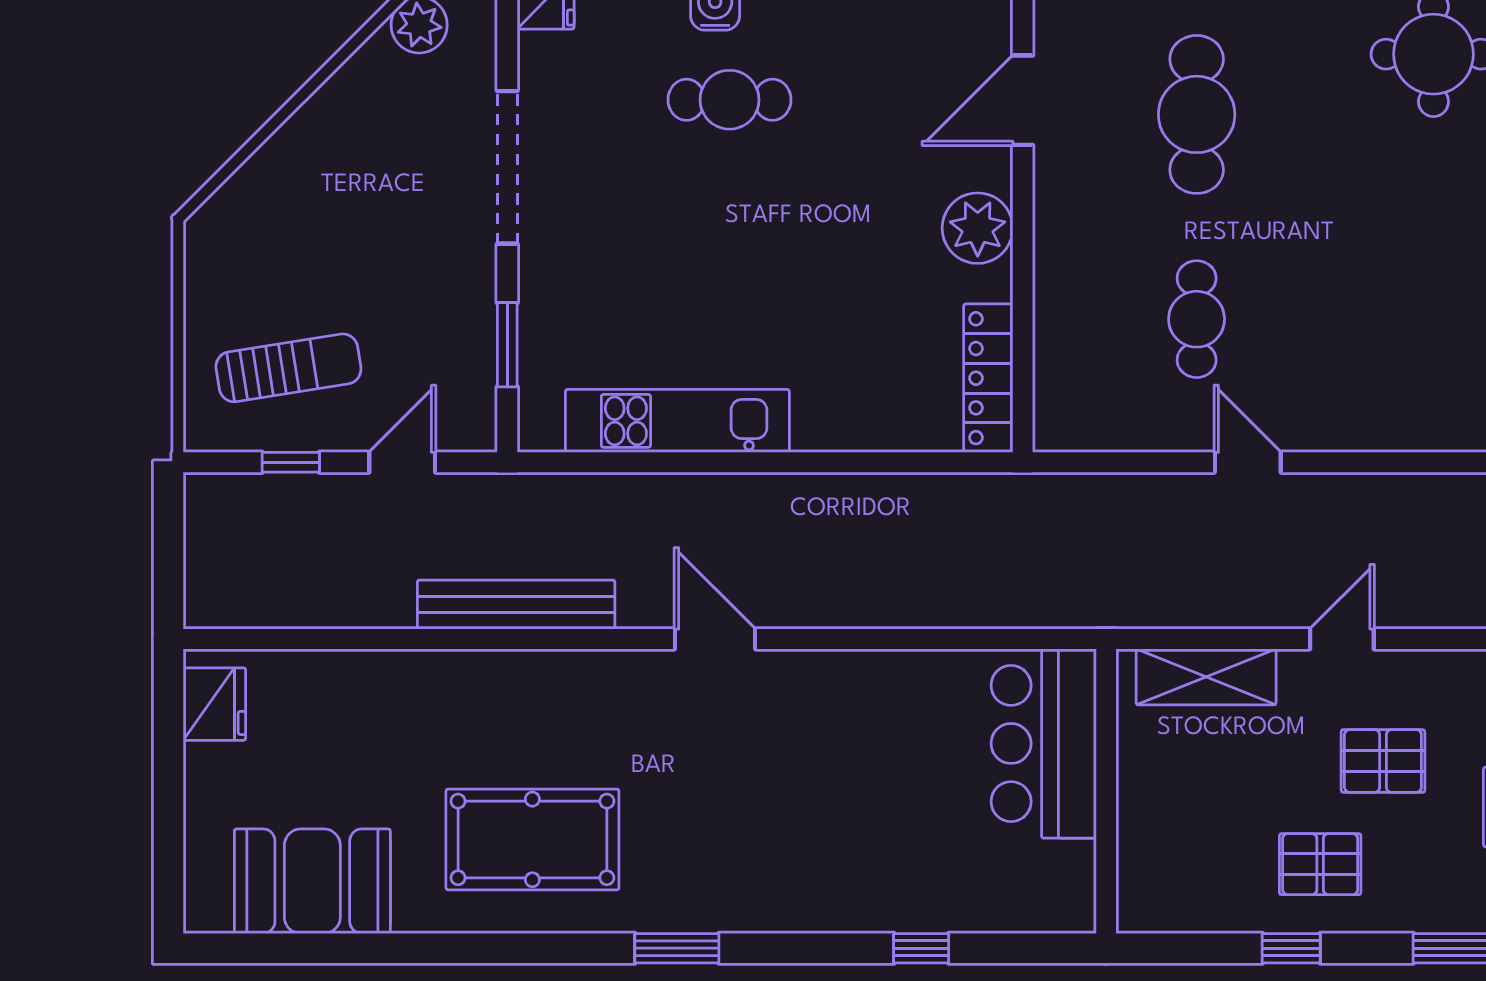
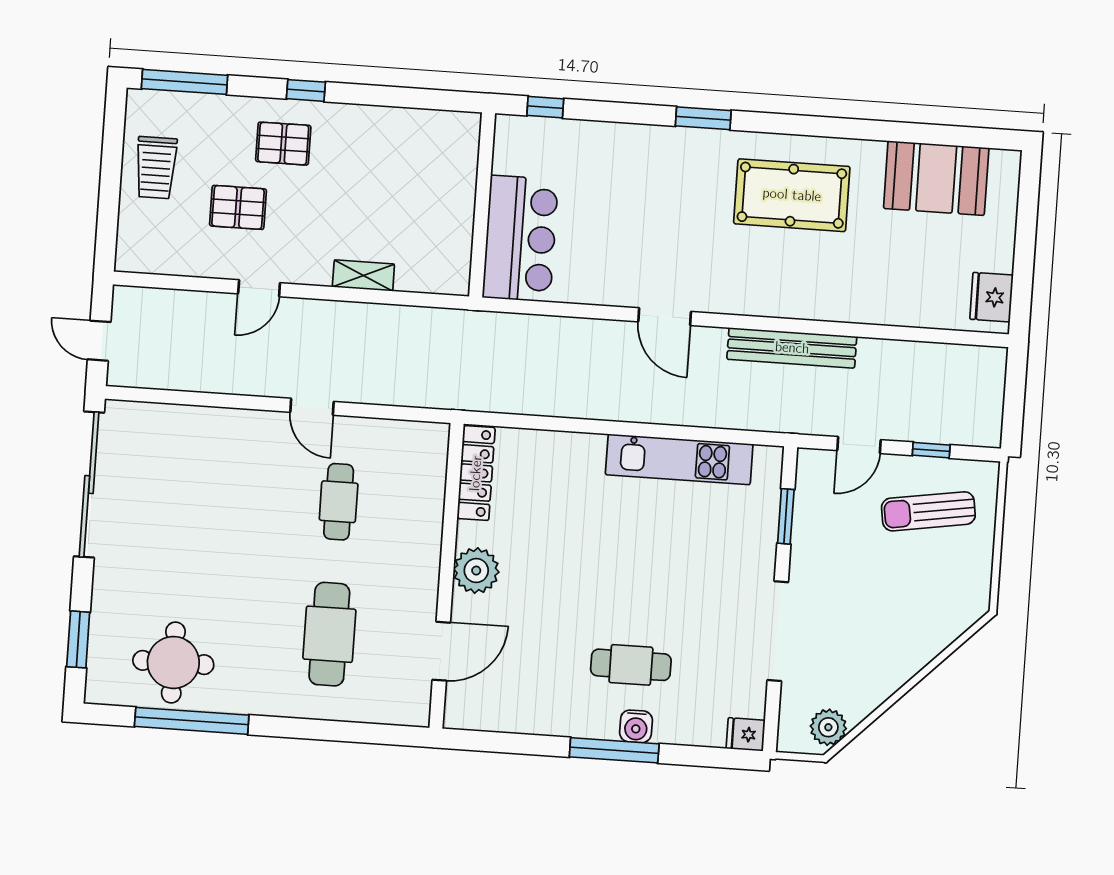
shelving: (1206, 677) -> (363, 276), width x0.67, depth x0.75
bar counter: (1044, 743) -> (520, 239), moved
wall: (1106, 791) -> (482, 205), moved

